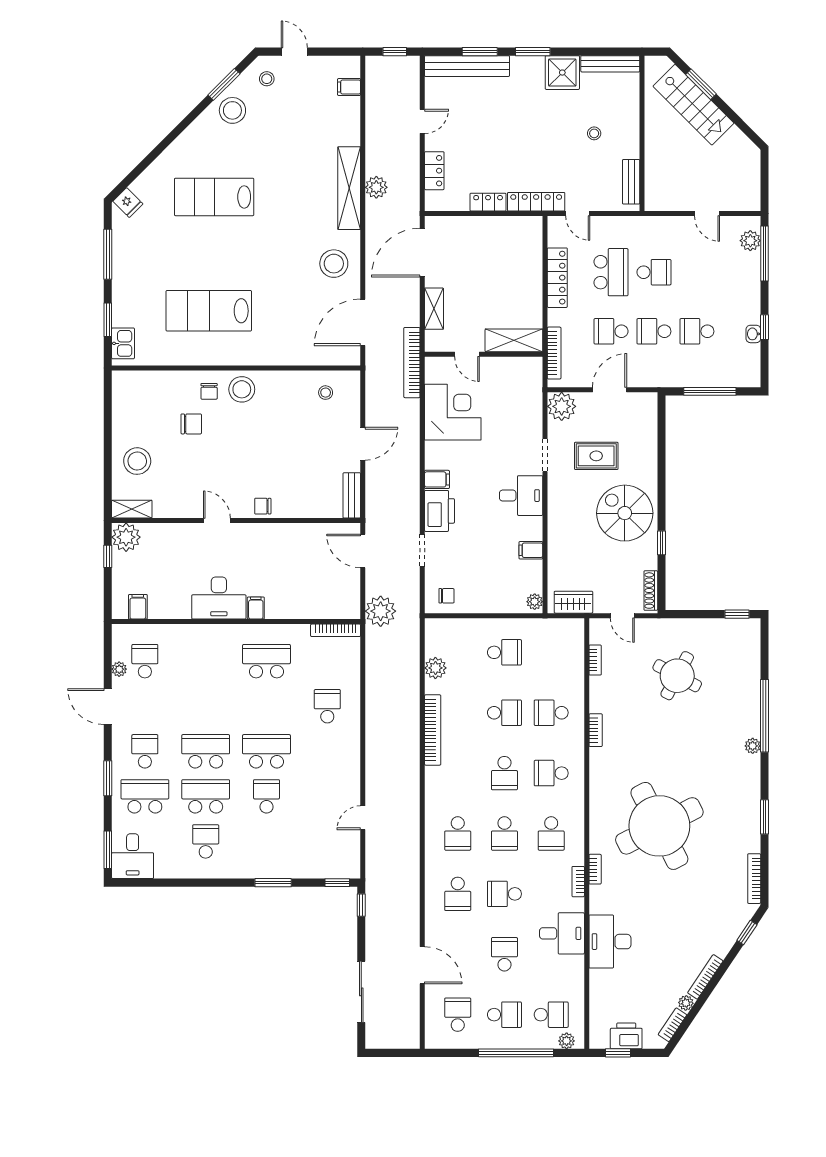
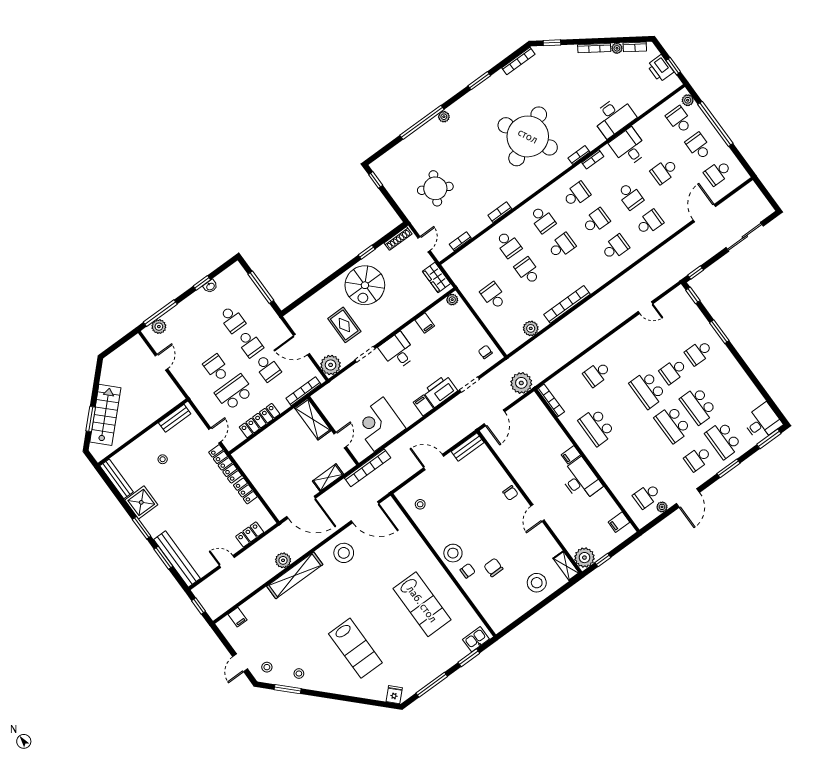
stool: (232, 110) -> (299, 674), width x0.53, depth x0.53
school desk: (206, 841) -> (699, 352), moved

